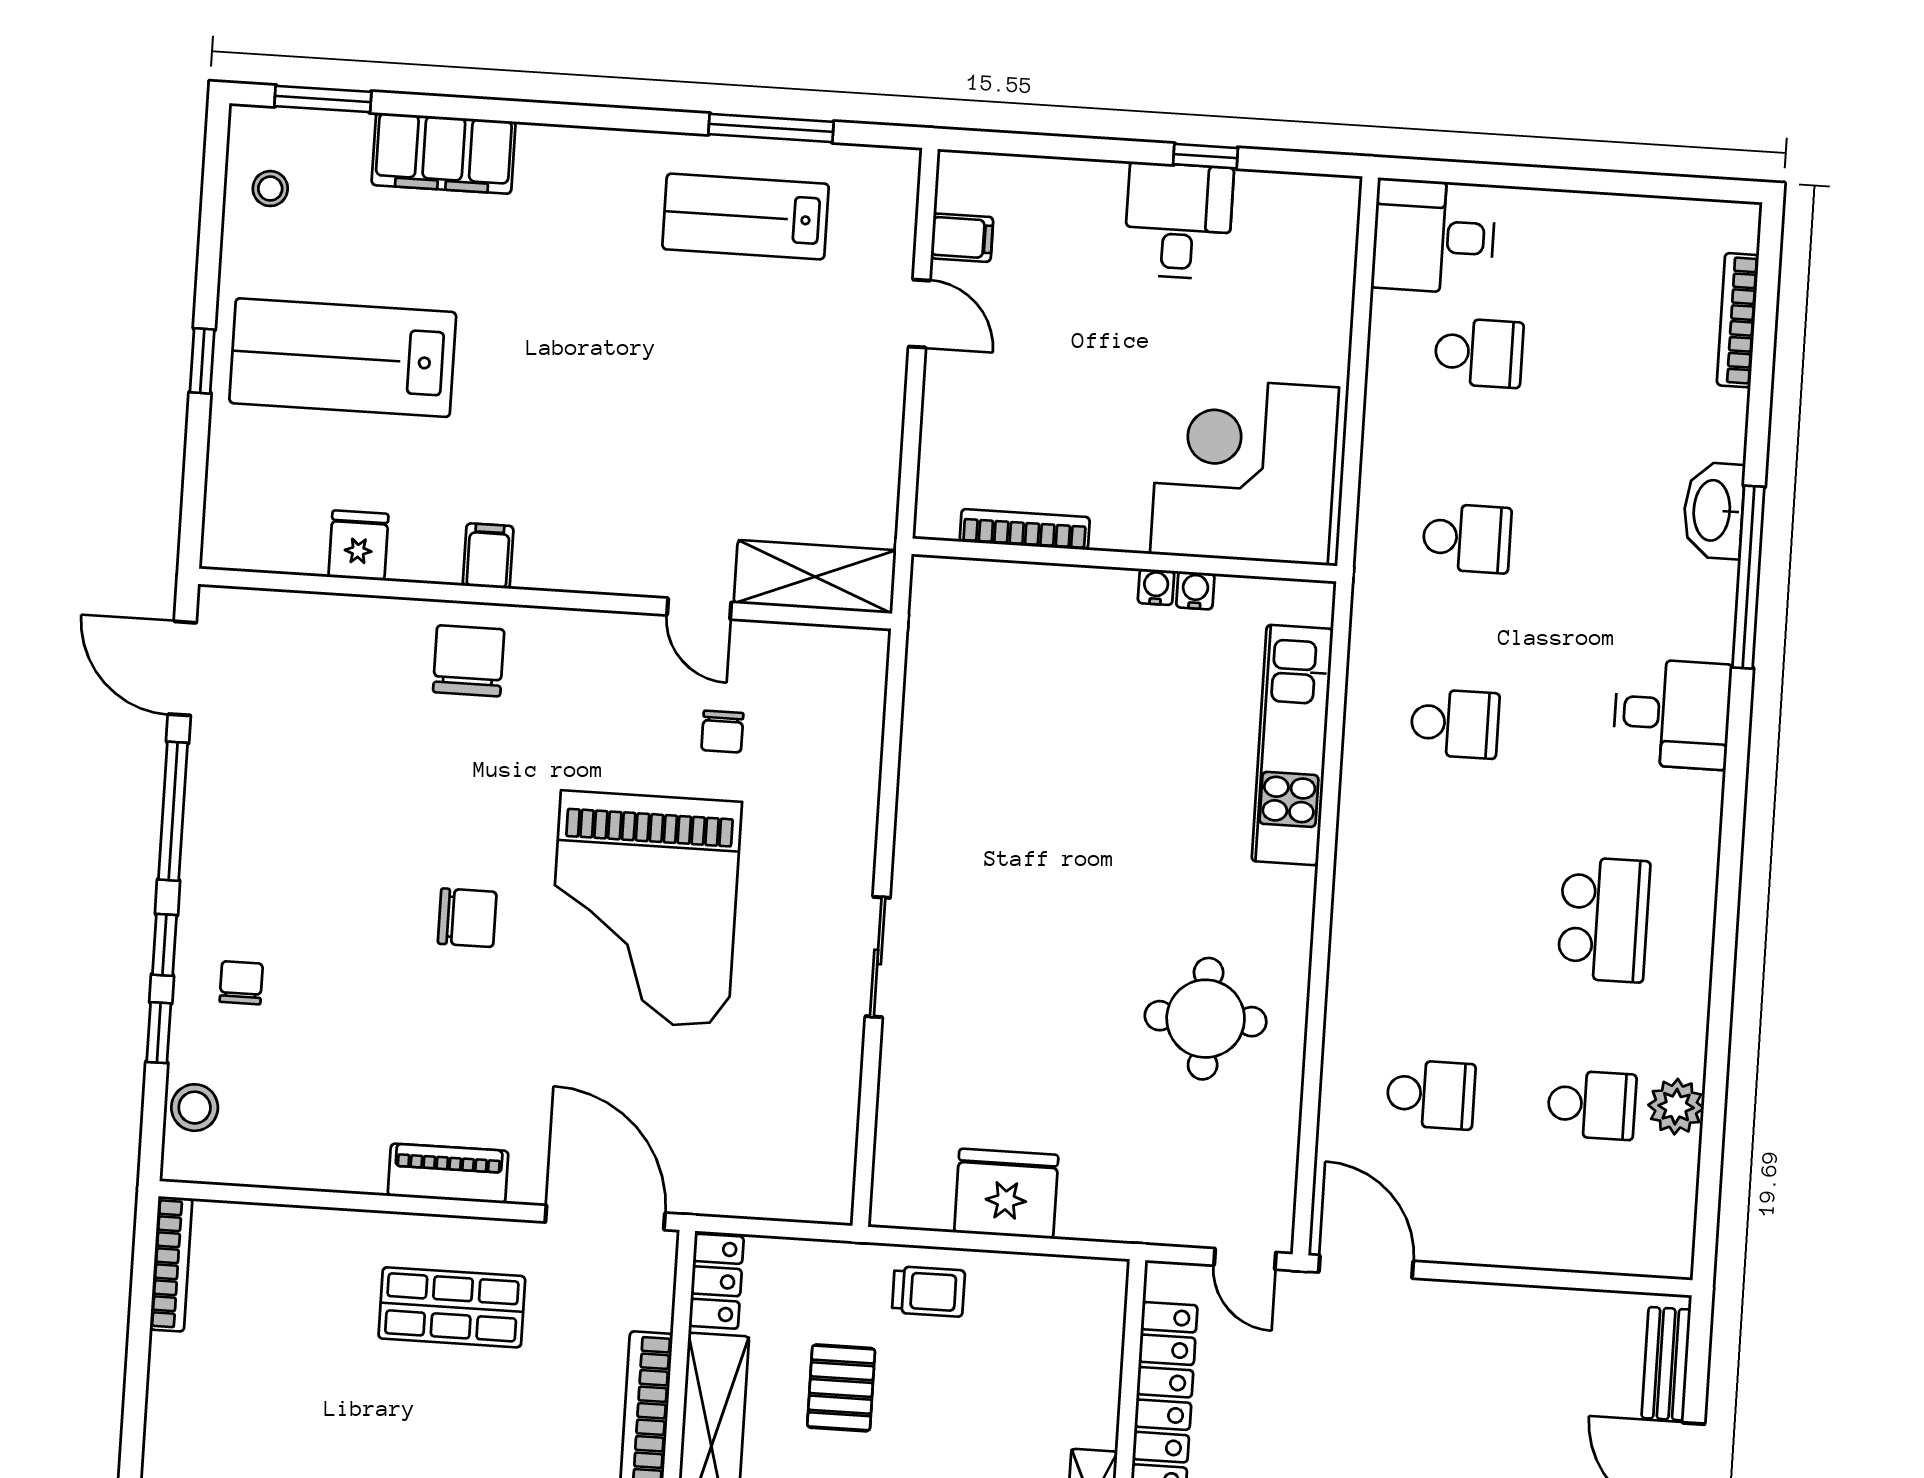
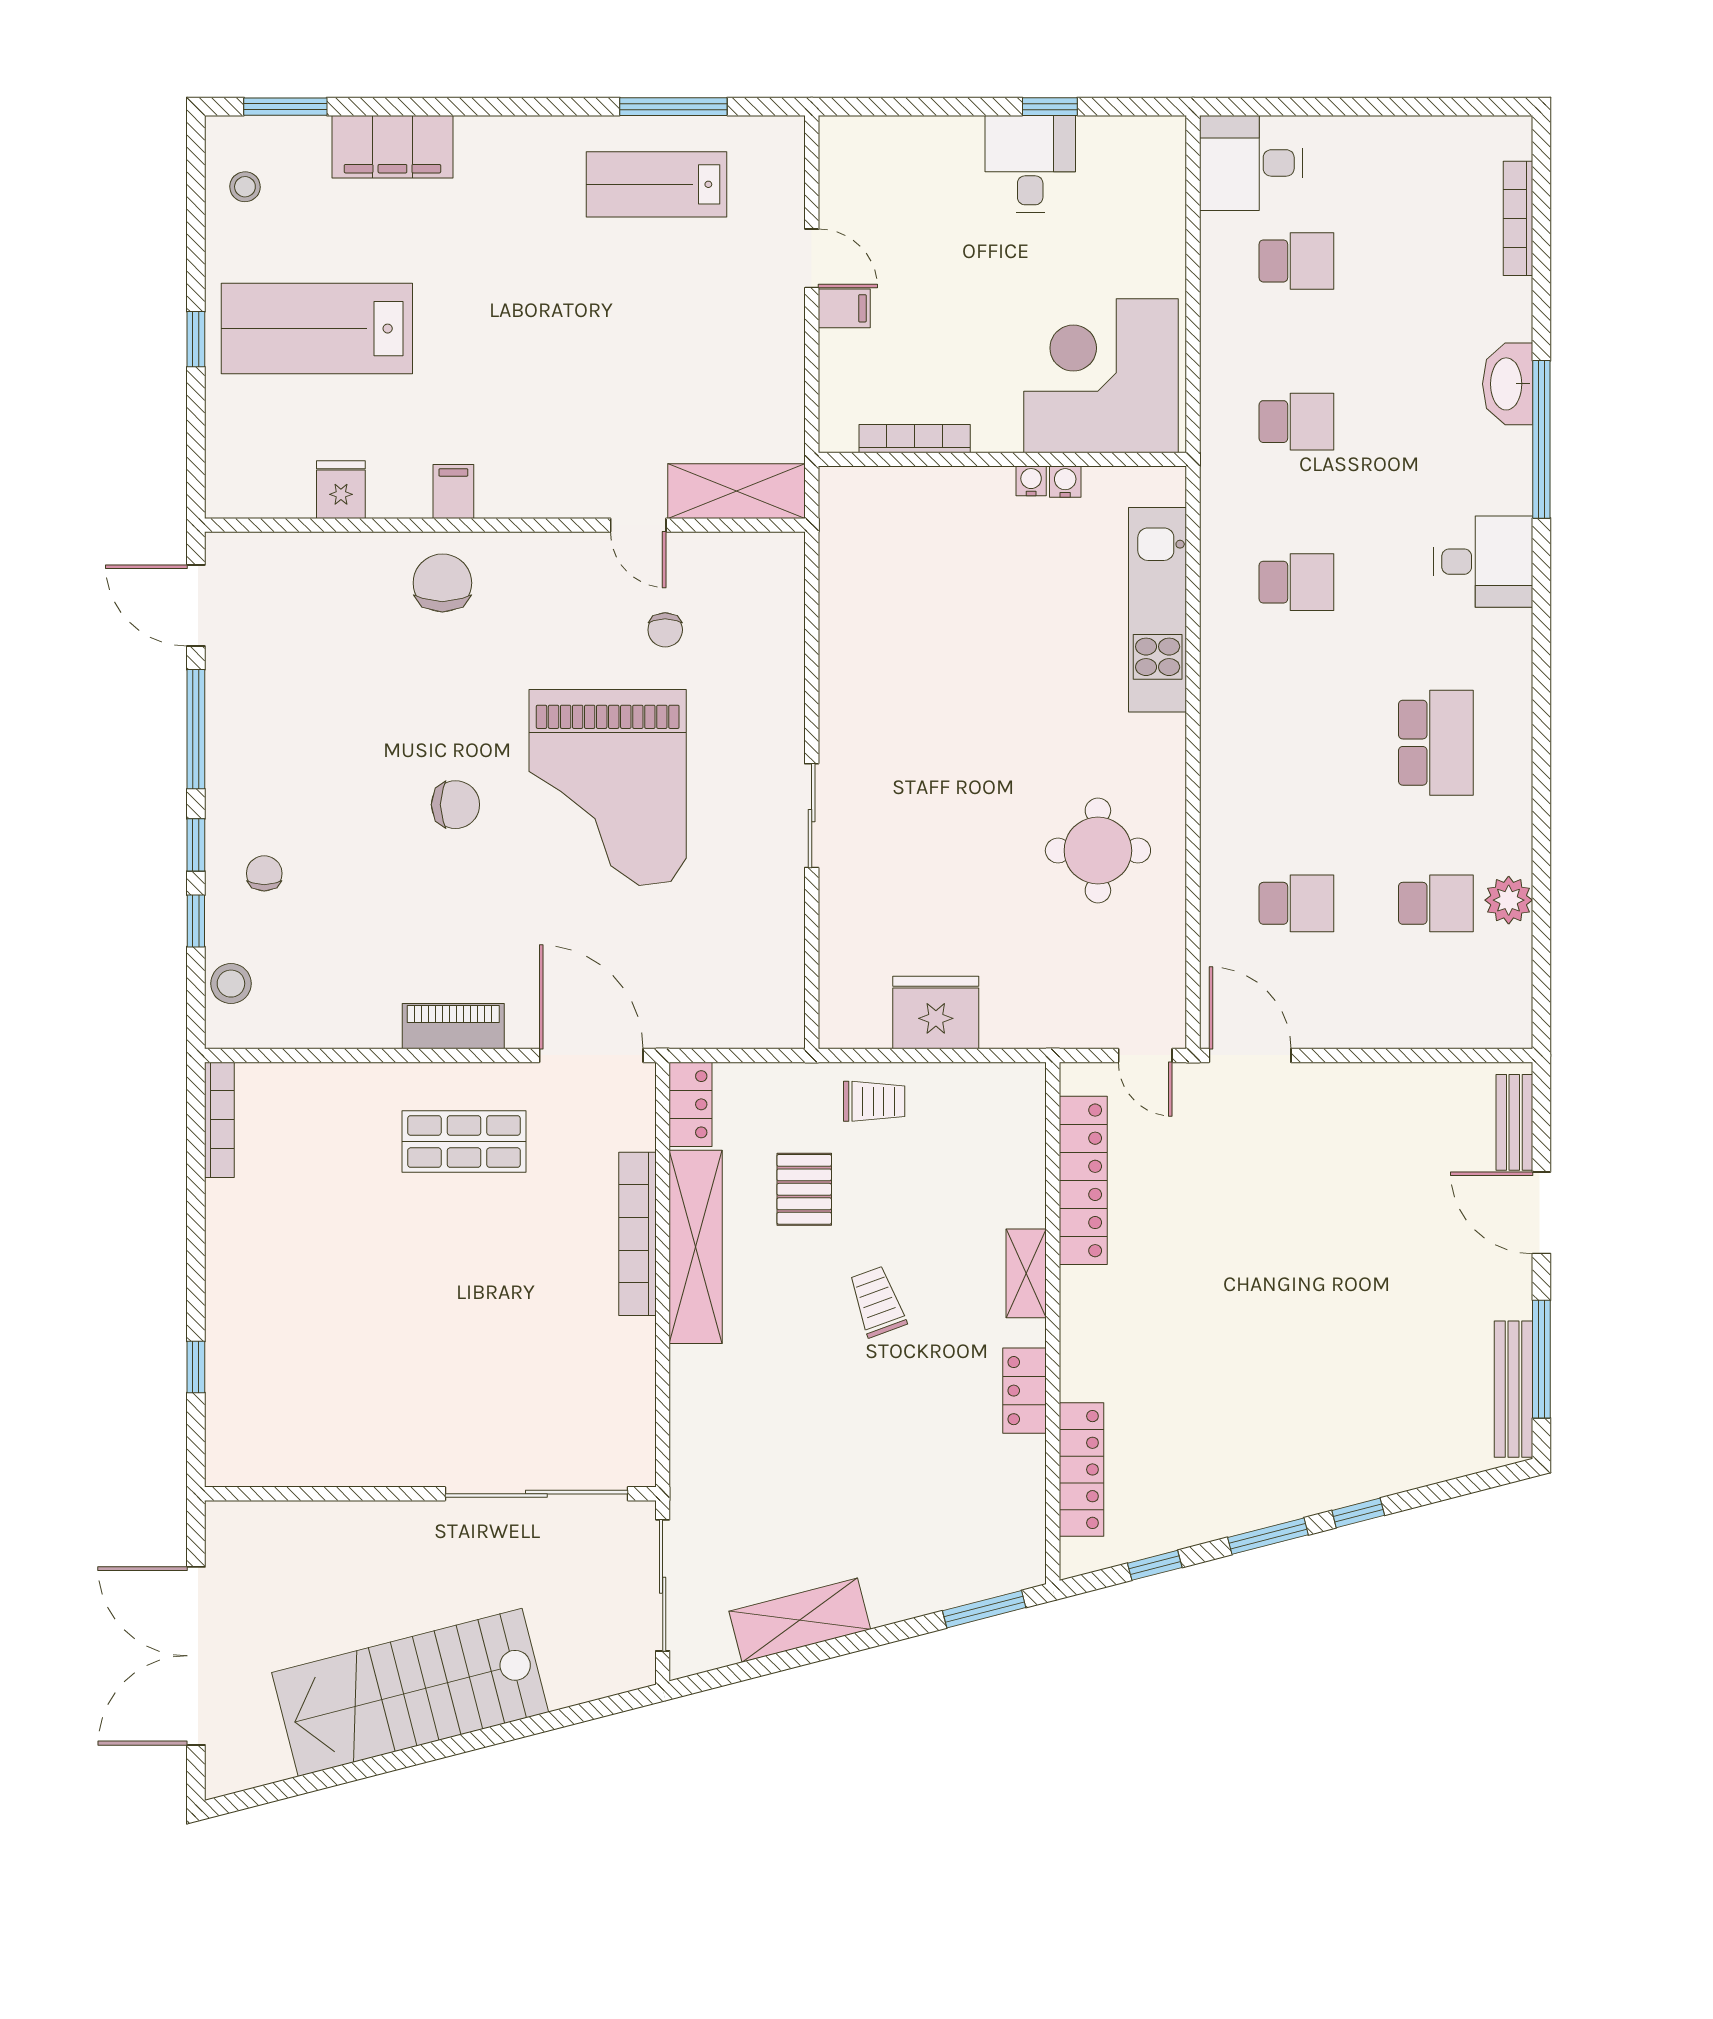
filing cabinet: (962, 238) -> (844, 308), moved

